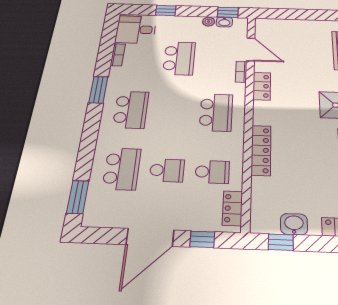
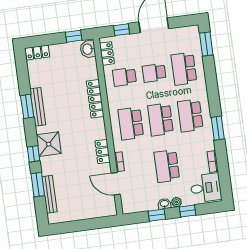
window: (228, 12) -> (157, 215), moved
plant: (209, 22) -> (177, 202), moved
washbasin: (224, 22) -> (164, 204), moved
school desk: (173, 111) -> (160, 119), added
washbasin: (294, 224) -> (88, 49), moved, turned 90

